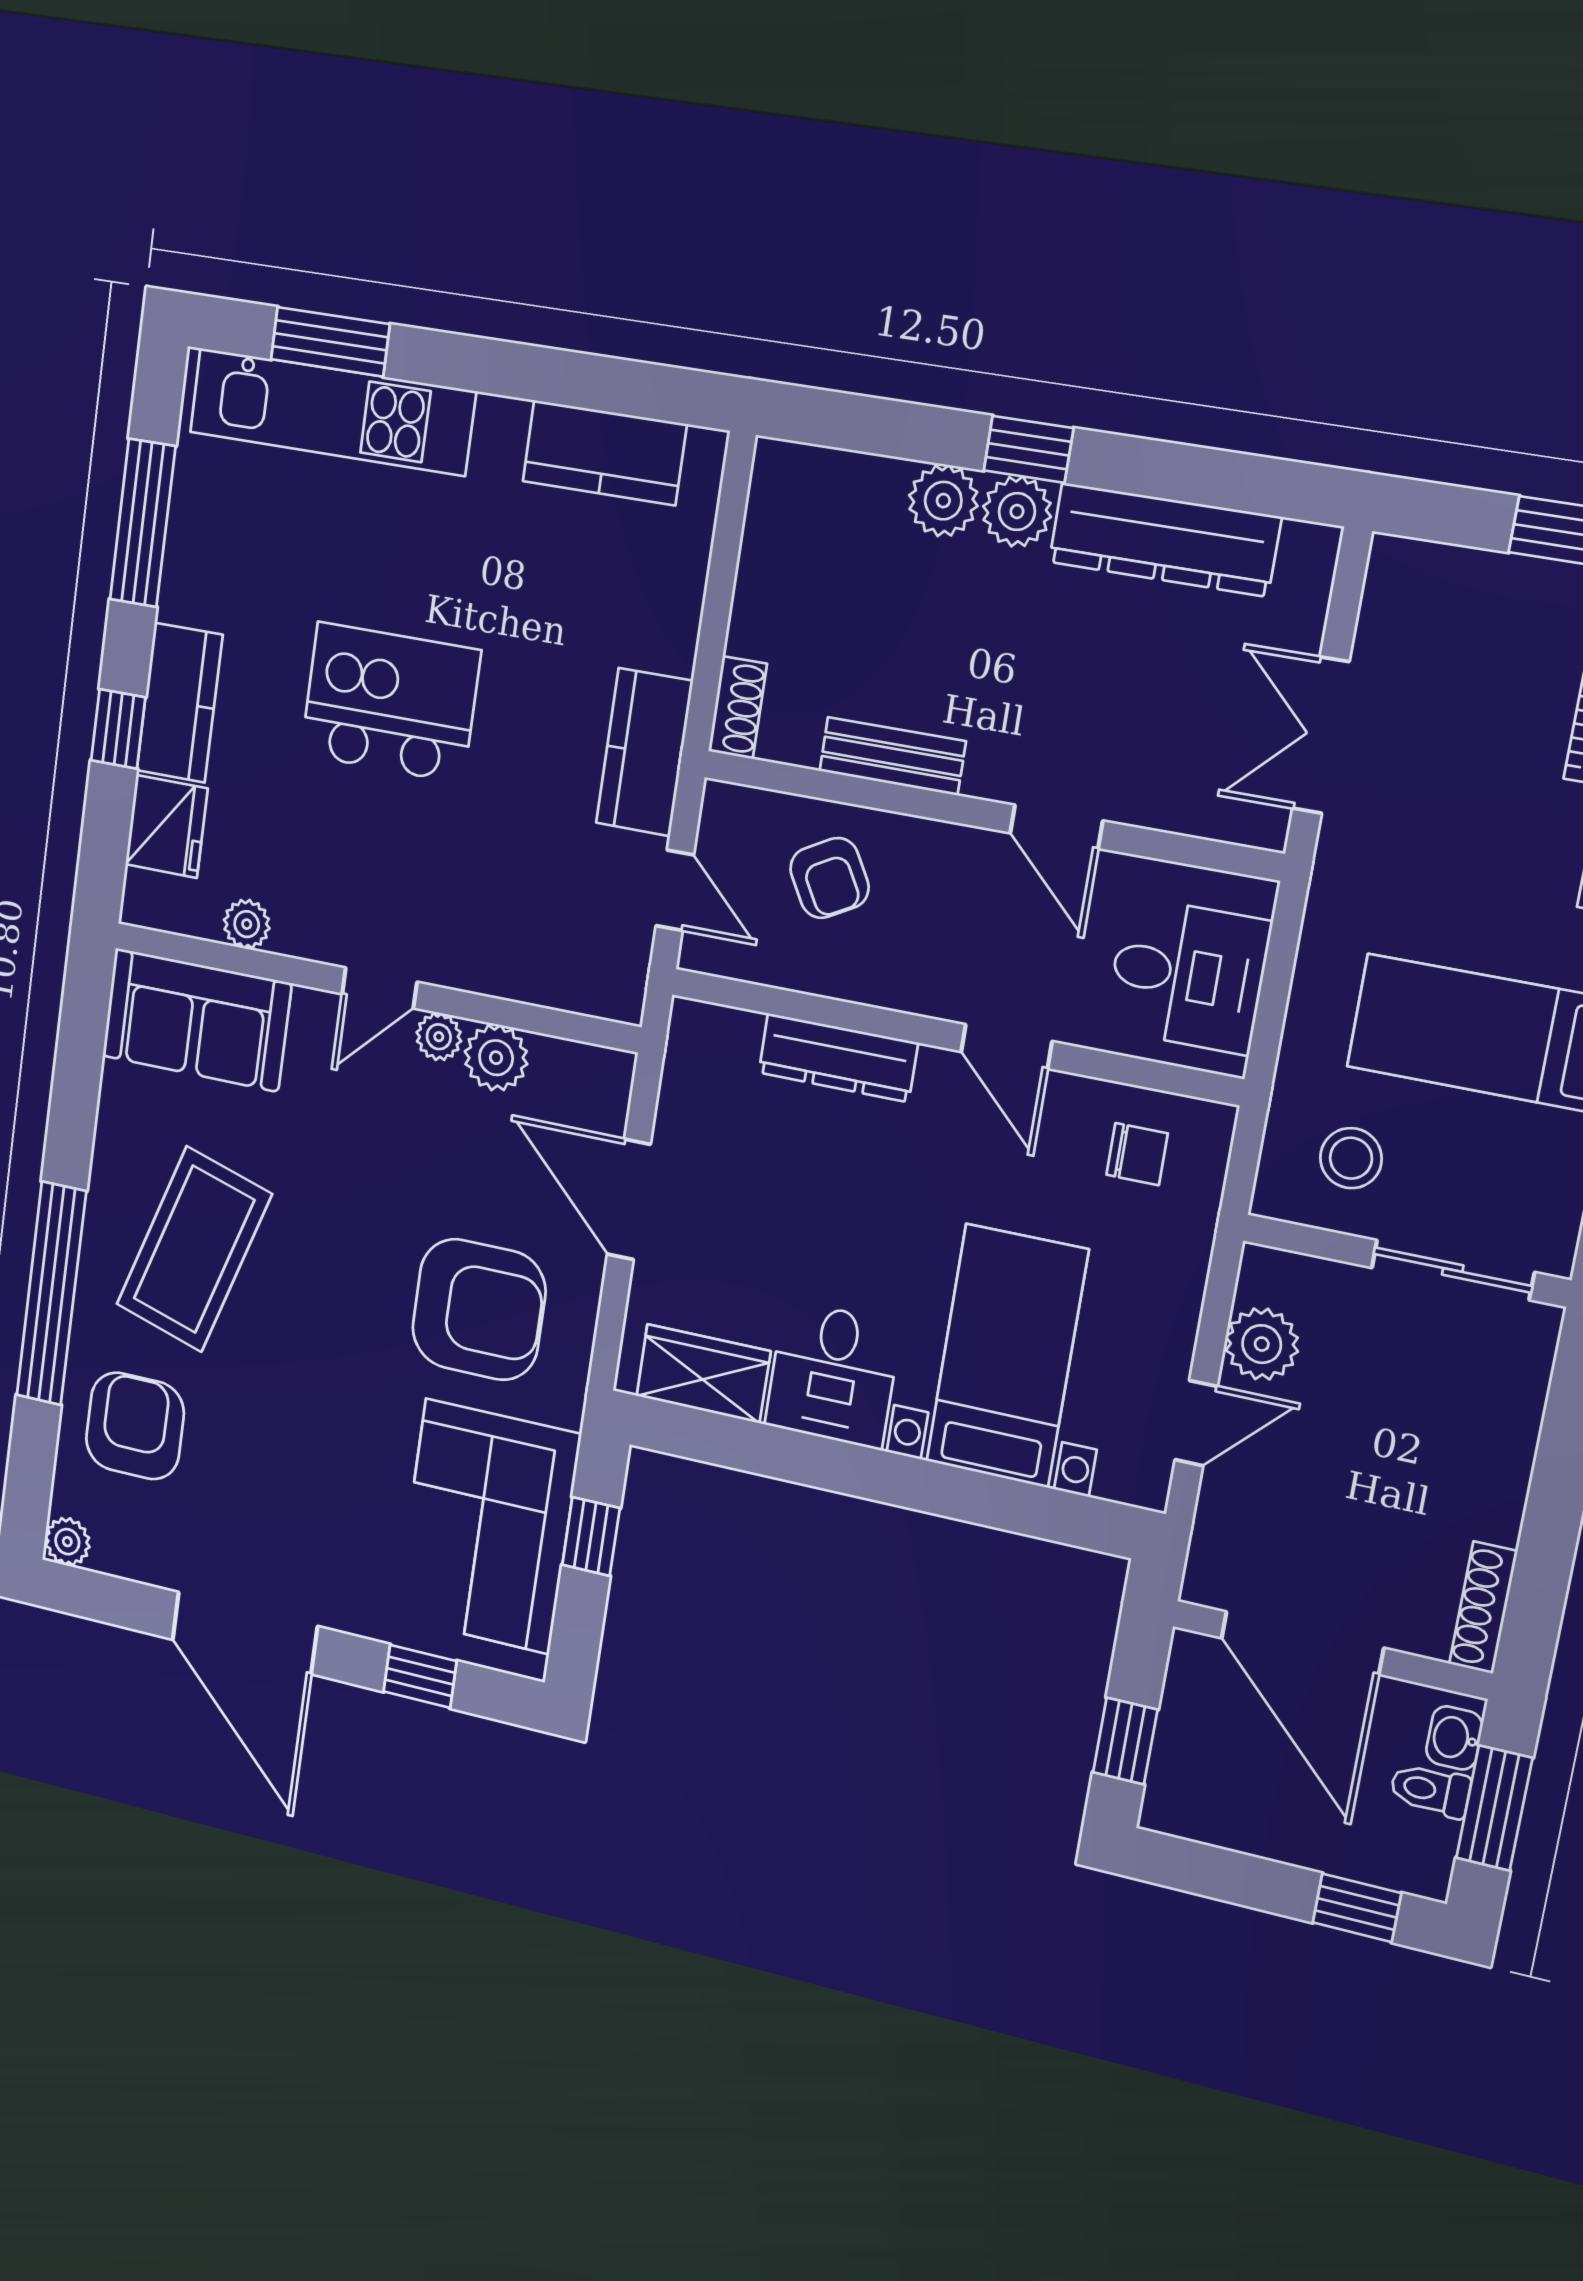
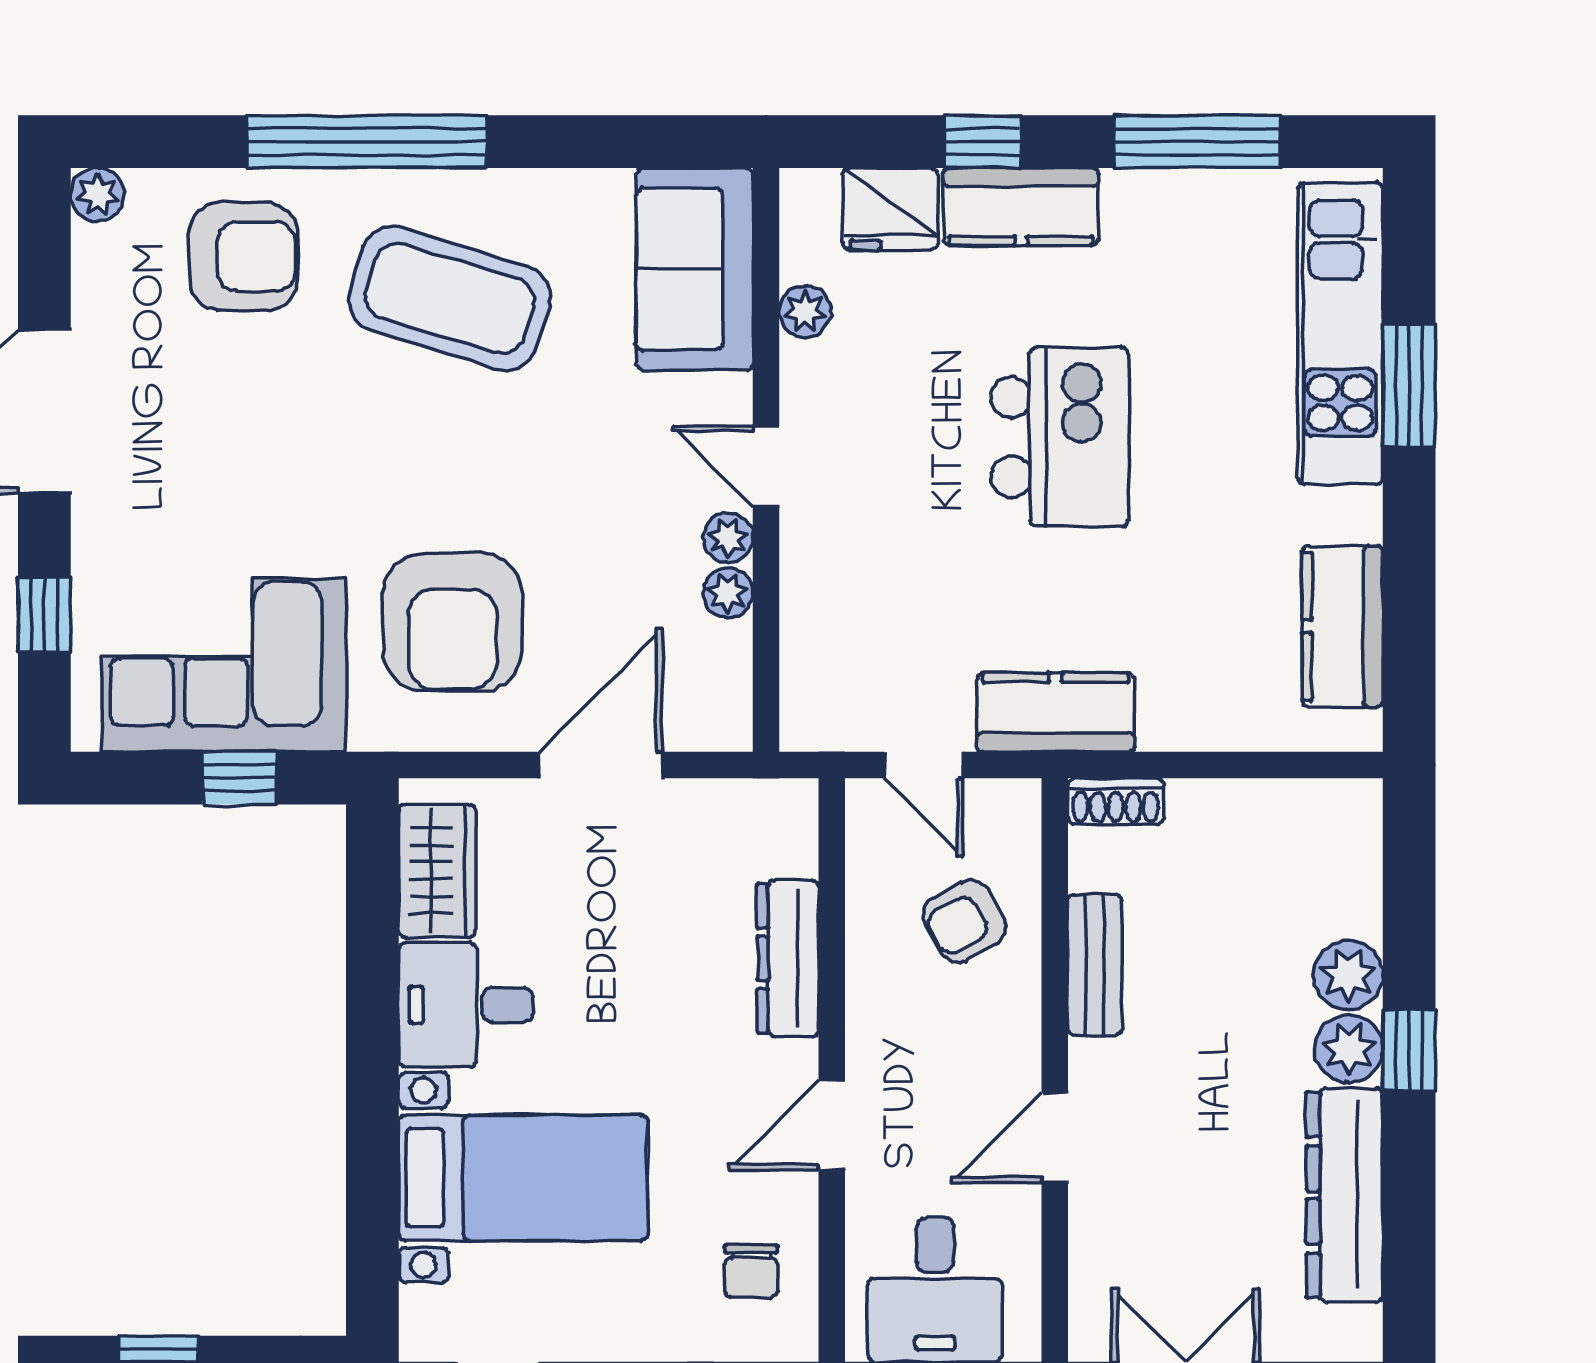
window: (330, 342) -> (1409, 386), moved
door: (675, 890) -> (924, 765), hinge flipped
plant: (496, 1058) -> (728, 593), width x0.73, depth x0.73

